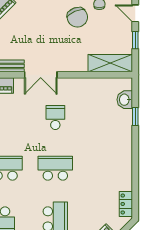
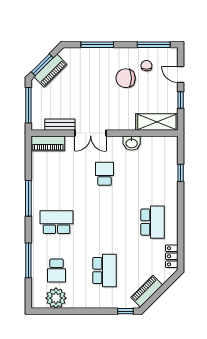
chair: (77, 17) -> (126, 78), turned 113
washbasin: (125, 100) -> (132, 143), moved, turned -90
school desk: (55, 168) -> (153, 222), moved, turned 90

